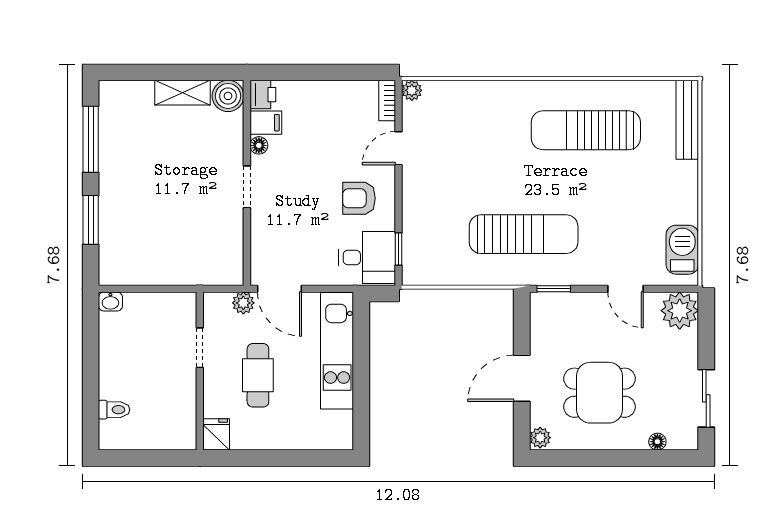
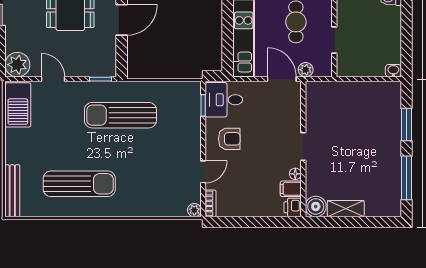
barbecue: (682, 250) -> (18, 105), width x1.37, depth x1.21

